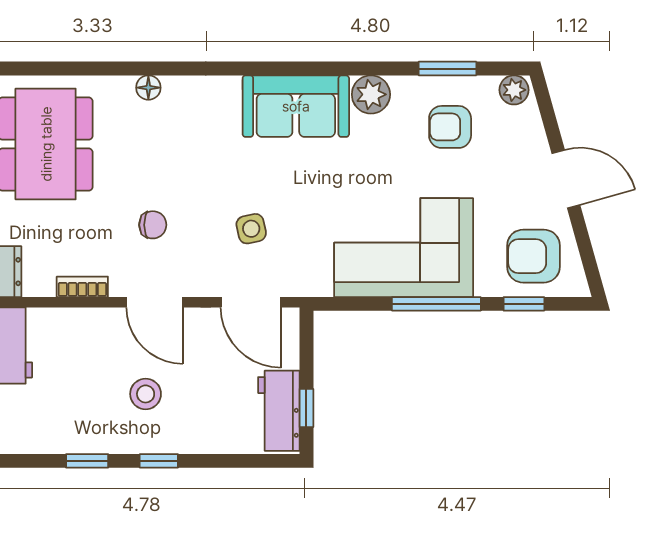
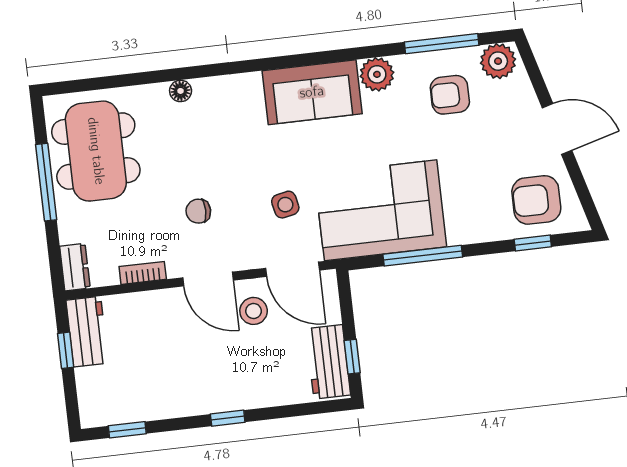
window: (447, 69) -> (442, 44), width x1.44
plant: (514, 90) -> (498, 61), width x1.38, depth x1.38
chair: (153, 225) -> (198, 211), turned 180
corner sofa: (404, 248) -> (381, 210), moved
window: (436, 304) -> (423, 256), moved
stool: (146, 394) -> (254, 311), moved
window: (87, 461) -> (127, 430), moved

